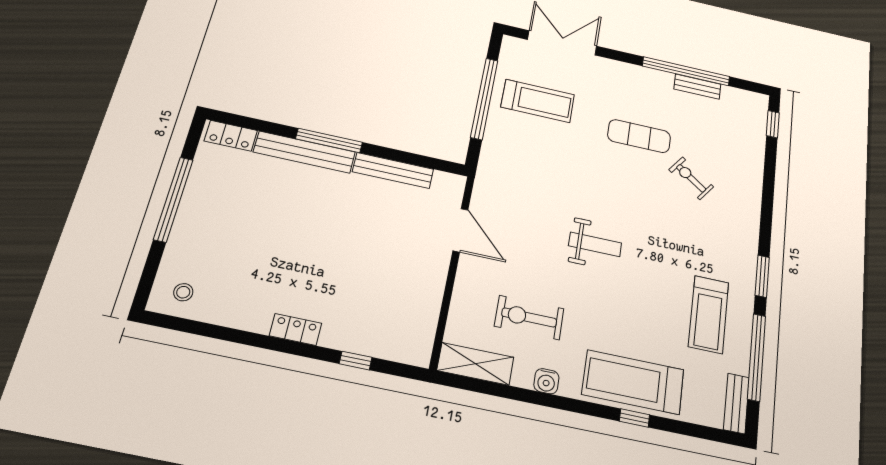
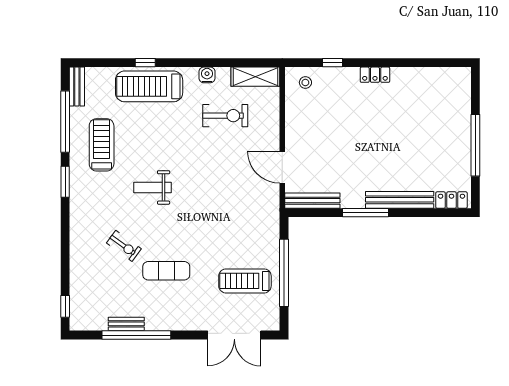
window: (329, 141) -> (366, 213), moved
bench: (393, 170) -> (312, 201), moved
weight bench: (595, 244) -> (152, 187), moved
stool: (183, 292) -> (305, 83), moved
treadmill: (633, 382) -> (149, 86), turned 180

